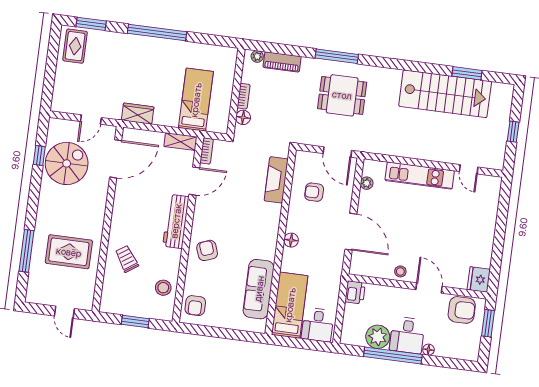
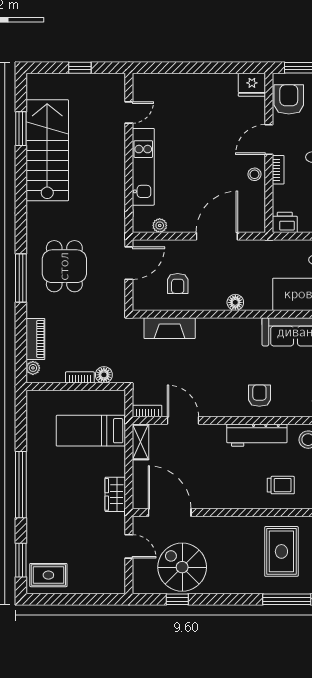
workbench: (176, 221) -> (257, 435), moved
armchair: (207, 250) -> (259, 396), turned 110
trolley: (127, 259) -> (281, 485), turned -146
bookcase: (402, 293) -> (278, 170), added

